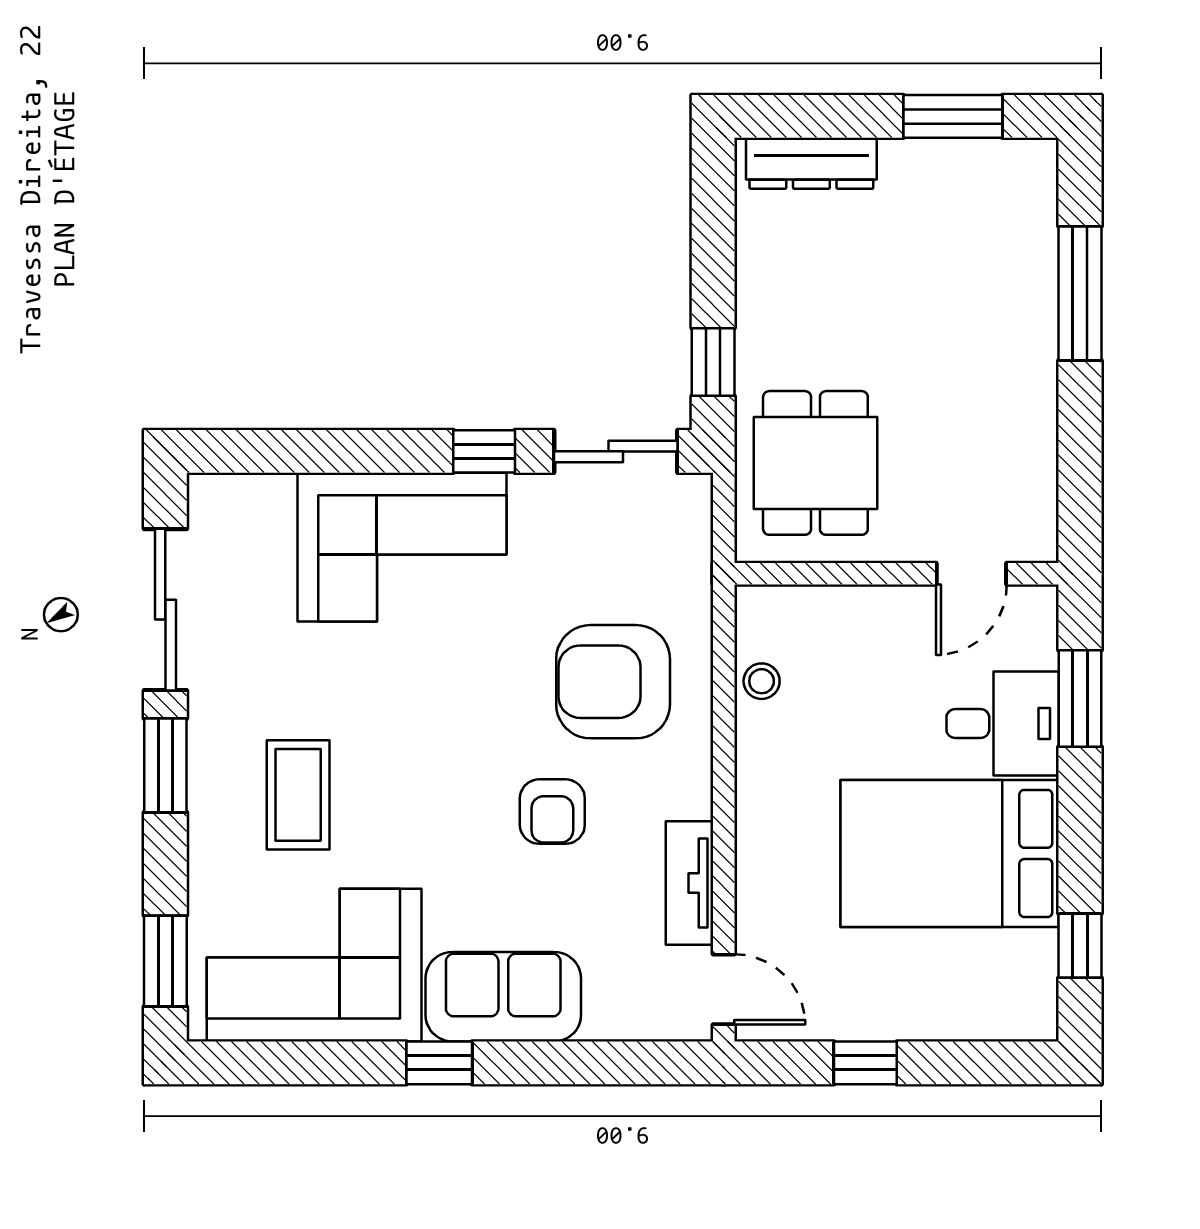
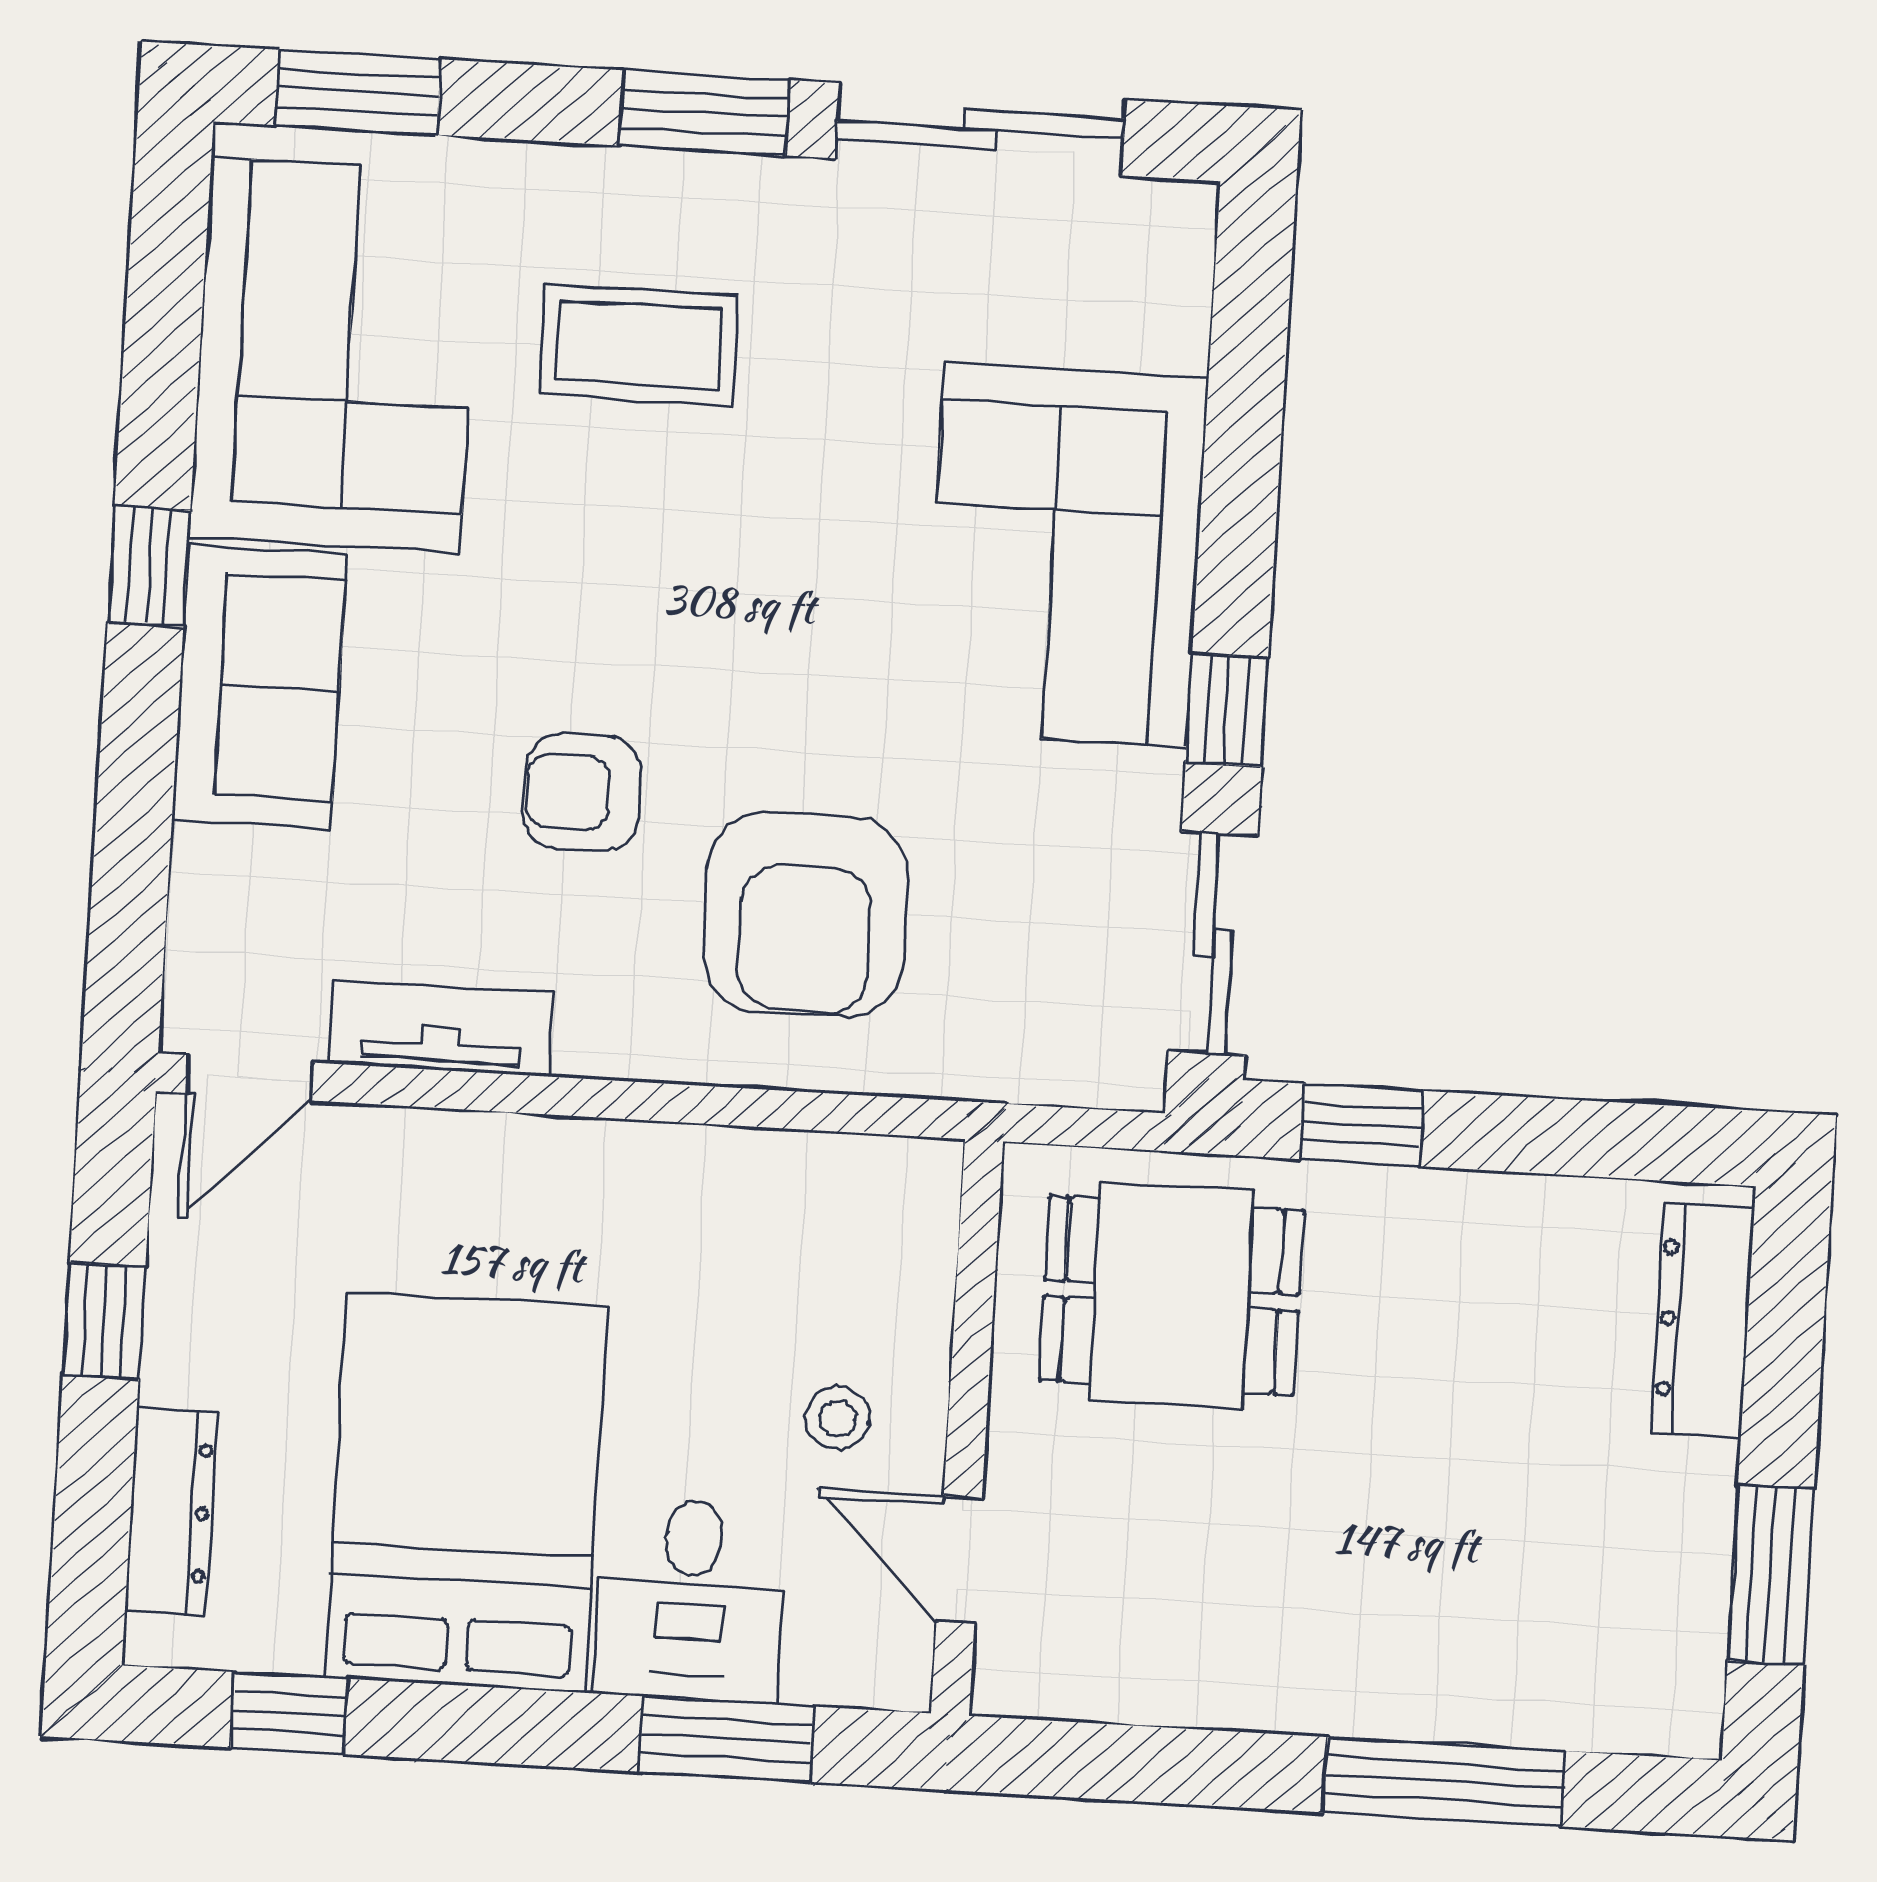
stool: (762, 681) -> (838, 1418), moved
armchair: (613, 682) -> (806, 914), turned 180
dresser: (971, 1019) -> (171, 1512), added

